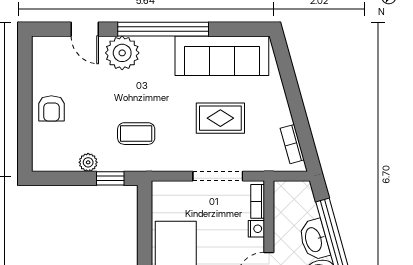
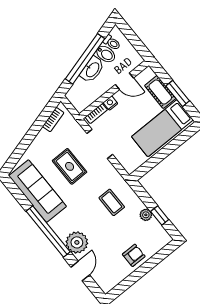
window: (110, 178) -> (160, 215), moved

